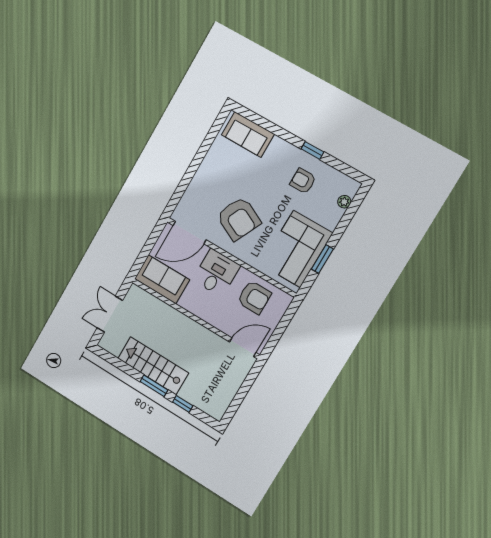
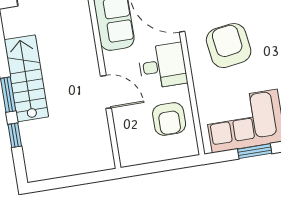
armchair: (239, 219) -> (229, 46), turned 146
door: (243, 347) -> (106, 92), moved

